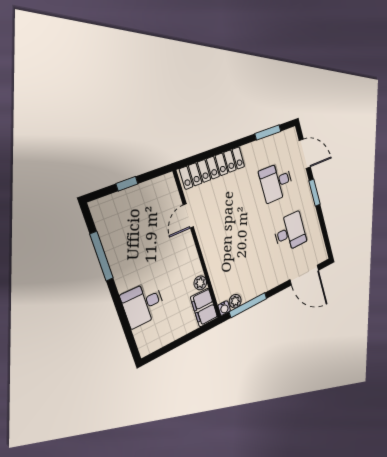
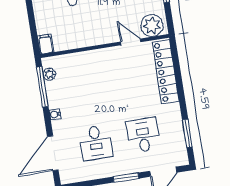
plant: (200, 283) -> (152, 26), moved, width x1.88, depth x1.88
filing cabinet: (204, 307) -> (46, 44), width x0.50
water cooler: (224, 308) -> (55, 114), moved

